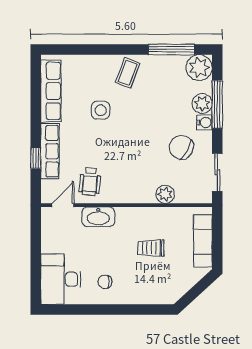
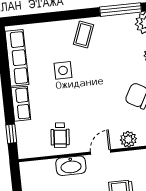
row of seats: (50, 151) -> (21, 104), width x0.68
window: (36, 158) -> (11, 134), moved
door: (63, 205) -> (101, 152), moved

